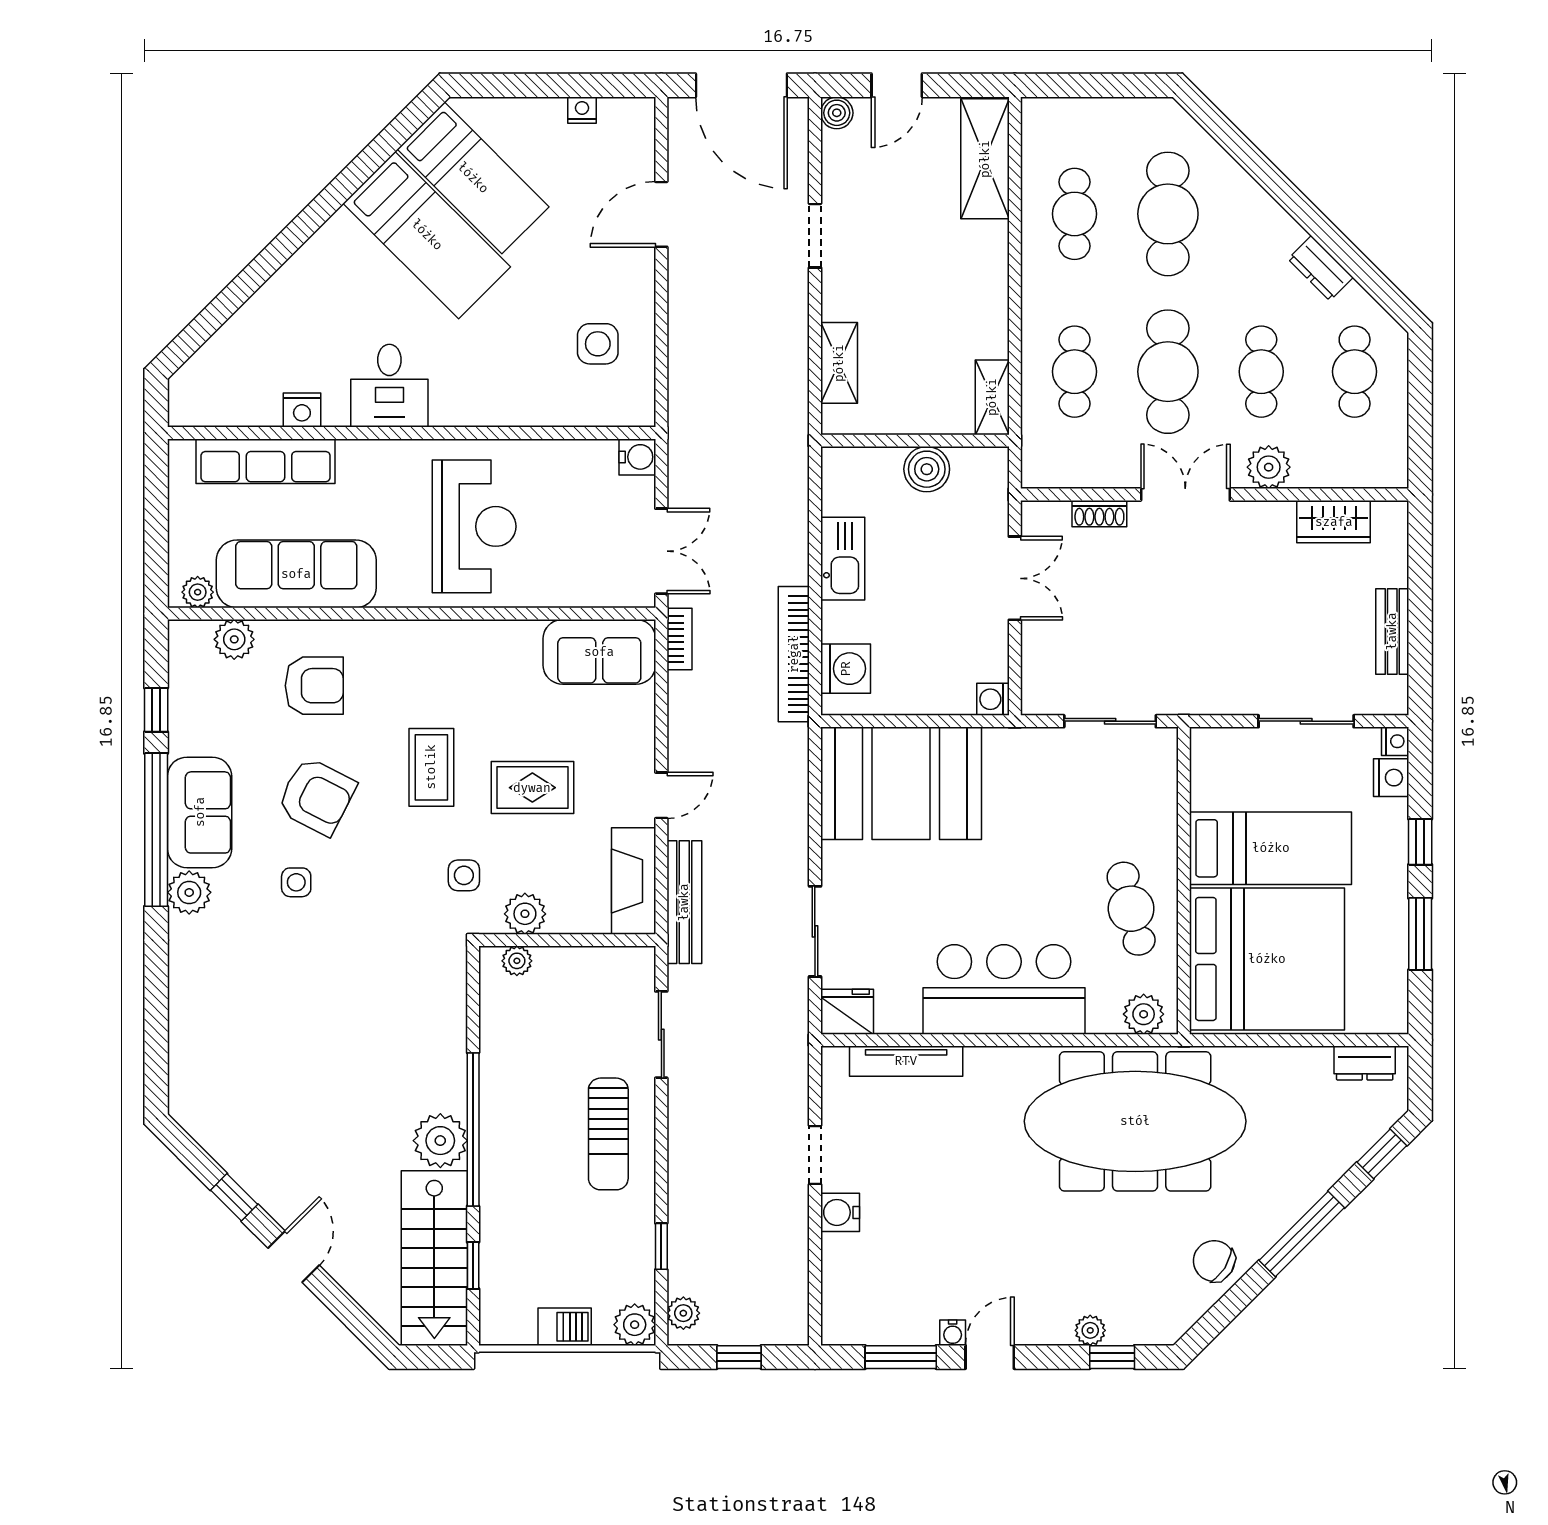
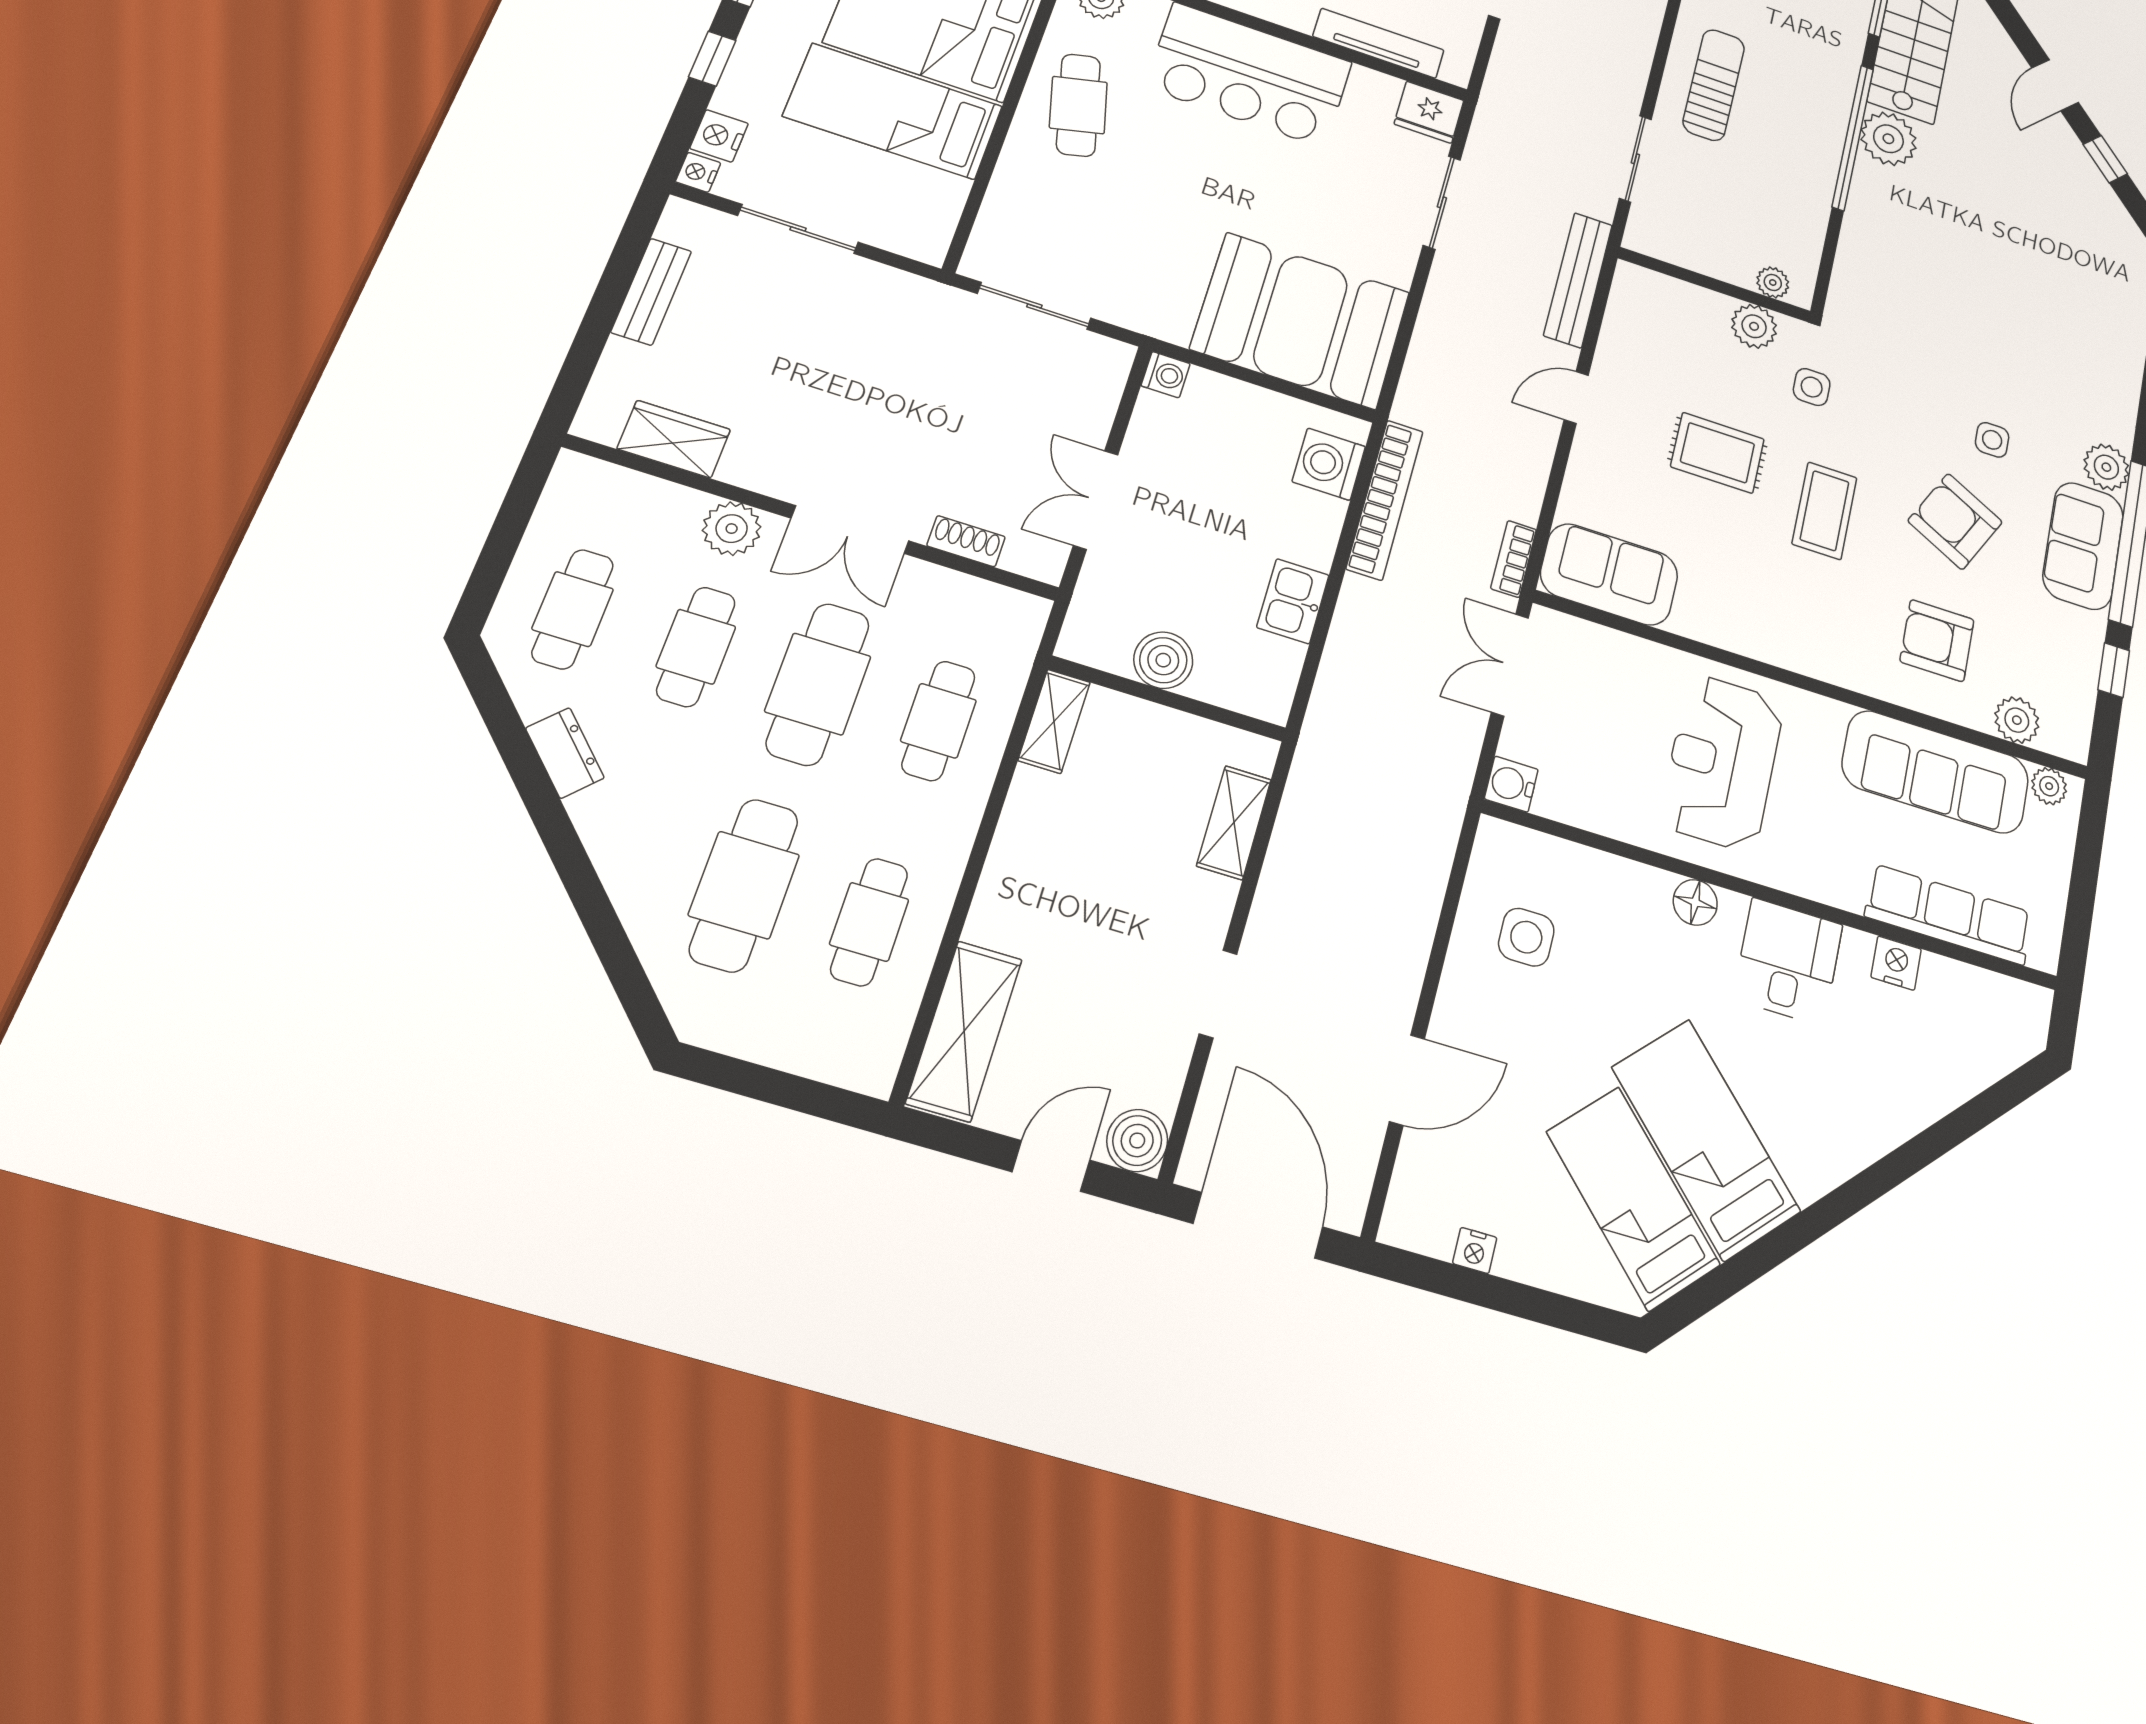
boiler: (837, 113) -> (1137, 1141), width x1.36, depth x1.36
floor lamp: (472, 409) -> (1695, 902), added
kitchen sink: (843, 559) -> (1293, 601), width x0.73
fireplace: (634, 881) -> (1628, 320), removed

